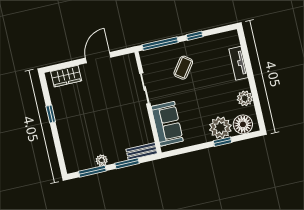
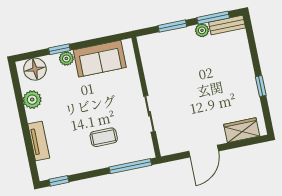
window: (195, 36) -> (59, 181), moved
coffee table: (183, 68) -> (104, 137), turned 54
sofa: (167, 124) -> (100, 59), moved, turned -90
plant: (220, 128) -> (66, 58), width x0.53, depth x0.53
bench: (142, 151) -> (227, 25), moved

